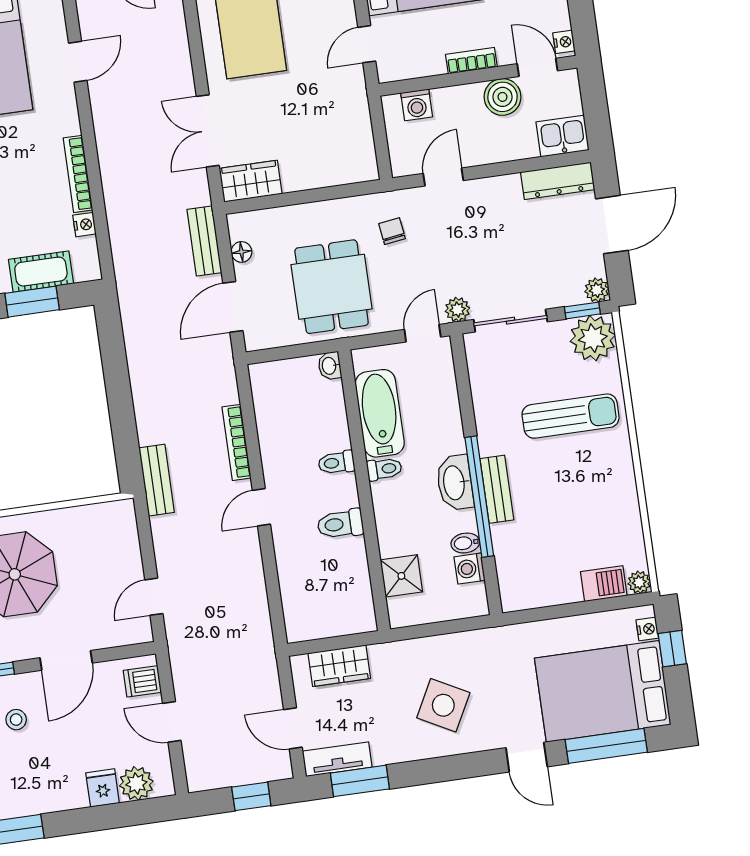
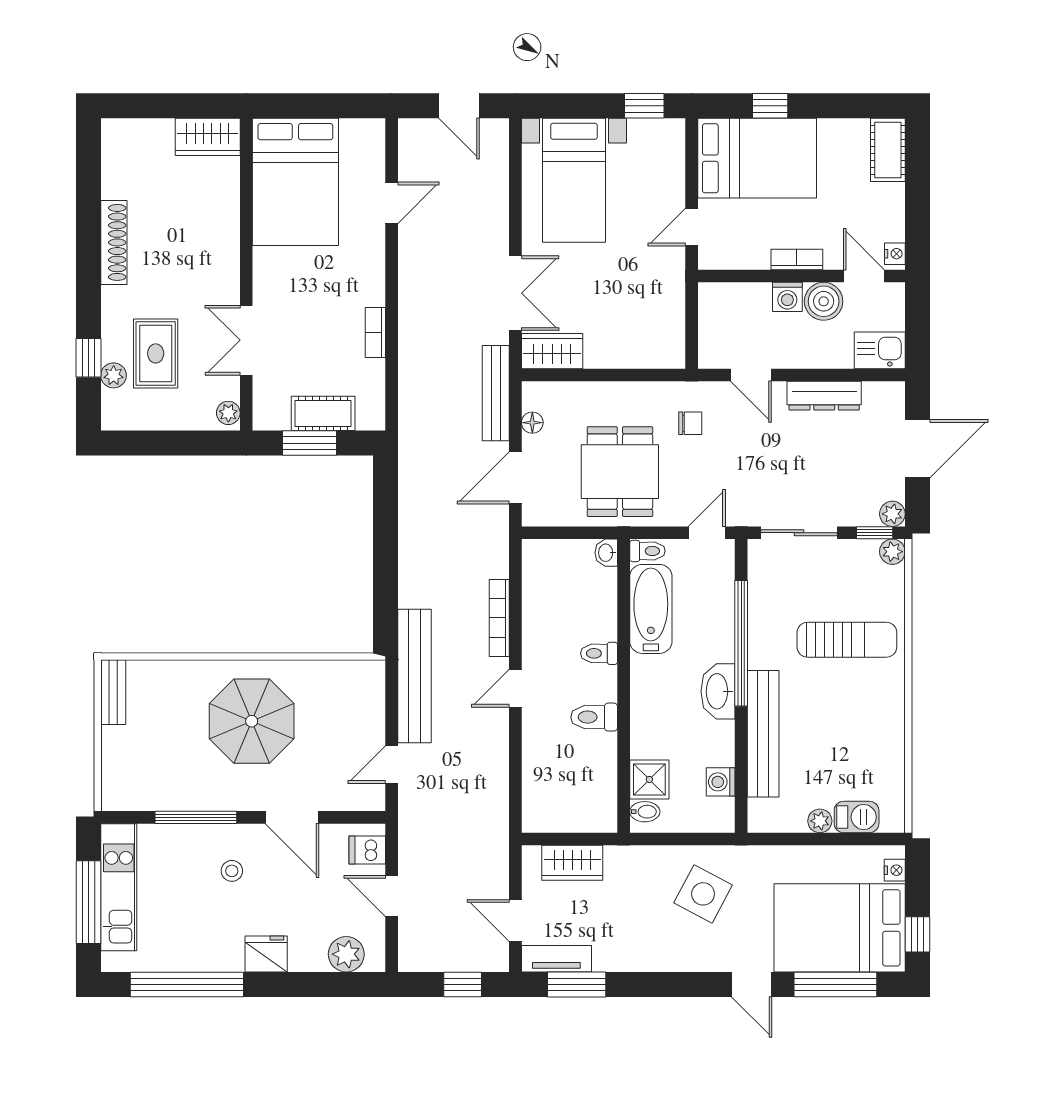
washing machine: (417, 105) -> (787, 297), moved
double door: (208, 131) -> (515, 293), swing flipped
bookcase: (78, 174) -> (375, 333), width x0.64
door: (443, 177) -> (751, 375), swing flipped
dresser: (558, 181) -> (824, 396), moved
nightstand: (84, 225) -> (375, 371), removed
chair: (392, 231) -> (690, 423), turned 98
bench: (204, 241) -> (496, 393), width x1.36
plant: (457, 310) -> (746, 514), removed
plant: (593, 338) -> (892, 552), width x0.53, depth x0.53
toilet: (384, 469) -> (647, 551), moved
bench: (157, 480) -> (414, 676), width x1.86, depth x1.21
bench: (497, 489) -> (763, 734), width x1.86, depth x1.21
window: (479, 497) -> (741, 643), moved
bidet: (465, 543) -> (645, 812), moved, turned 180
plant: (639, 582) -> (820, 821), moved
window: (672, 649) -> (917, 934), moved
door: (66, 660) -> (292, 817), hinge flipped
side table: (443, 705) -> (703, 894), moved
fridge: (103, 788) -> (266, 954), moved, width x1.38

